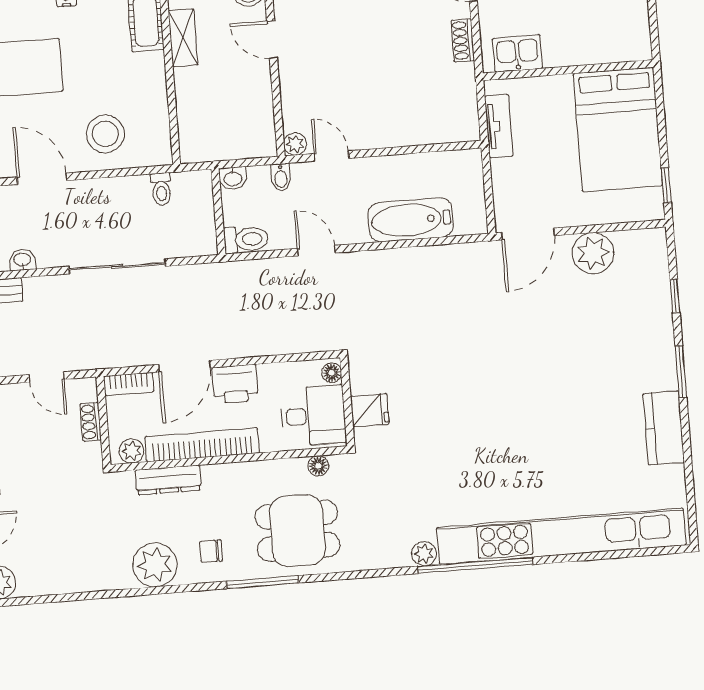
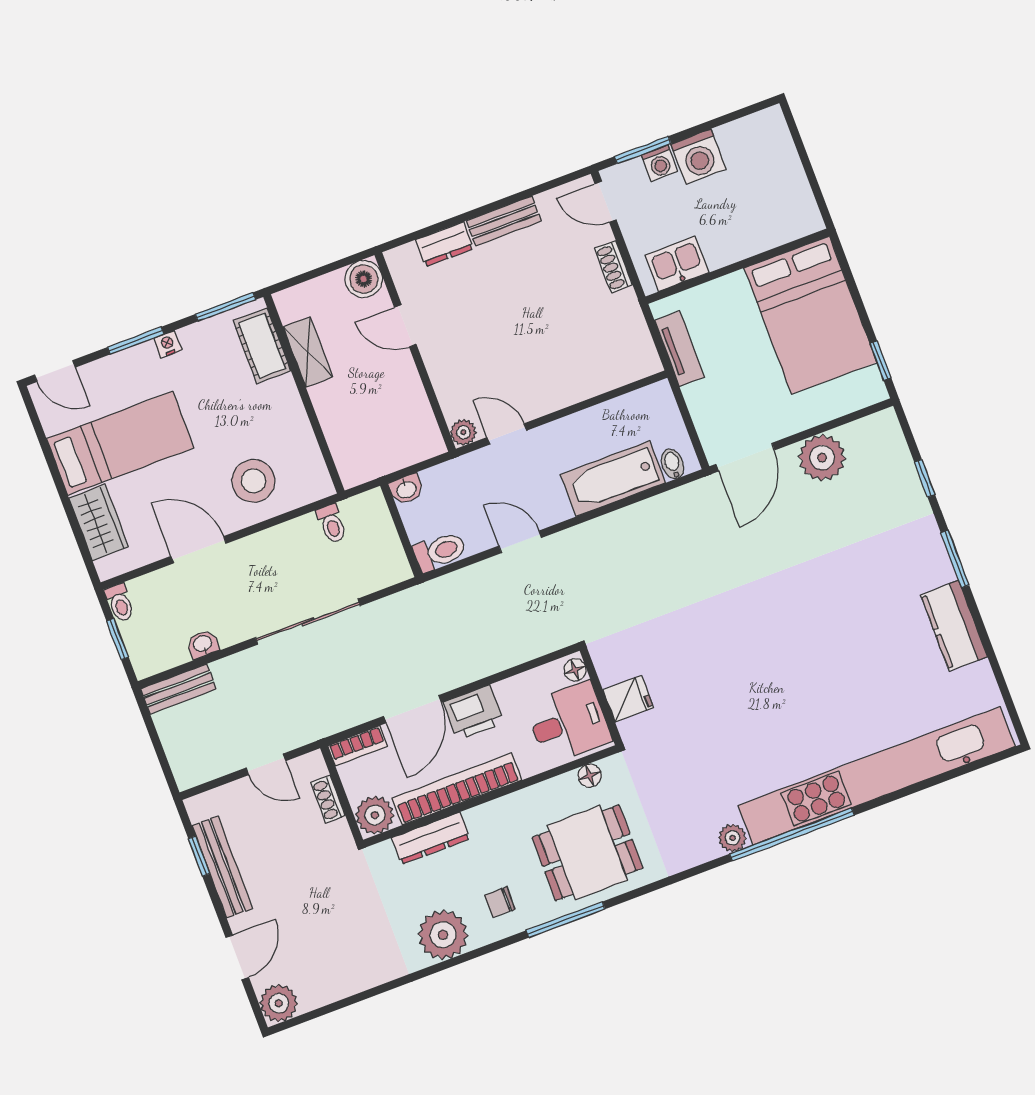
bidet: (281, 177) -> (673, 464), moved, turned 180
plant: (131, 451) -> (375, 815), width x1.38, depth x1.38

